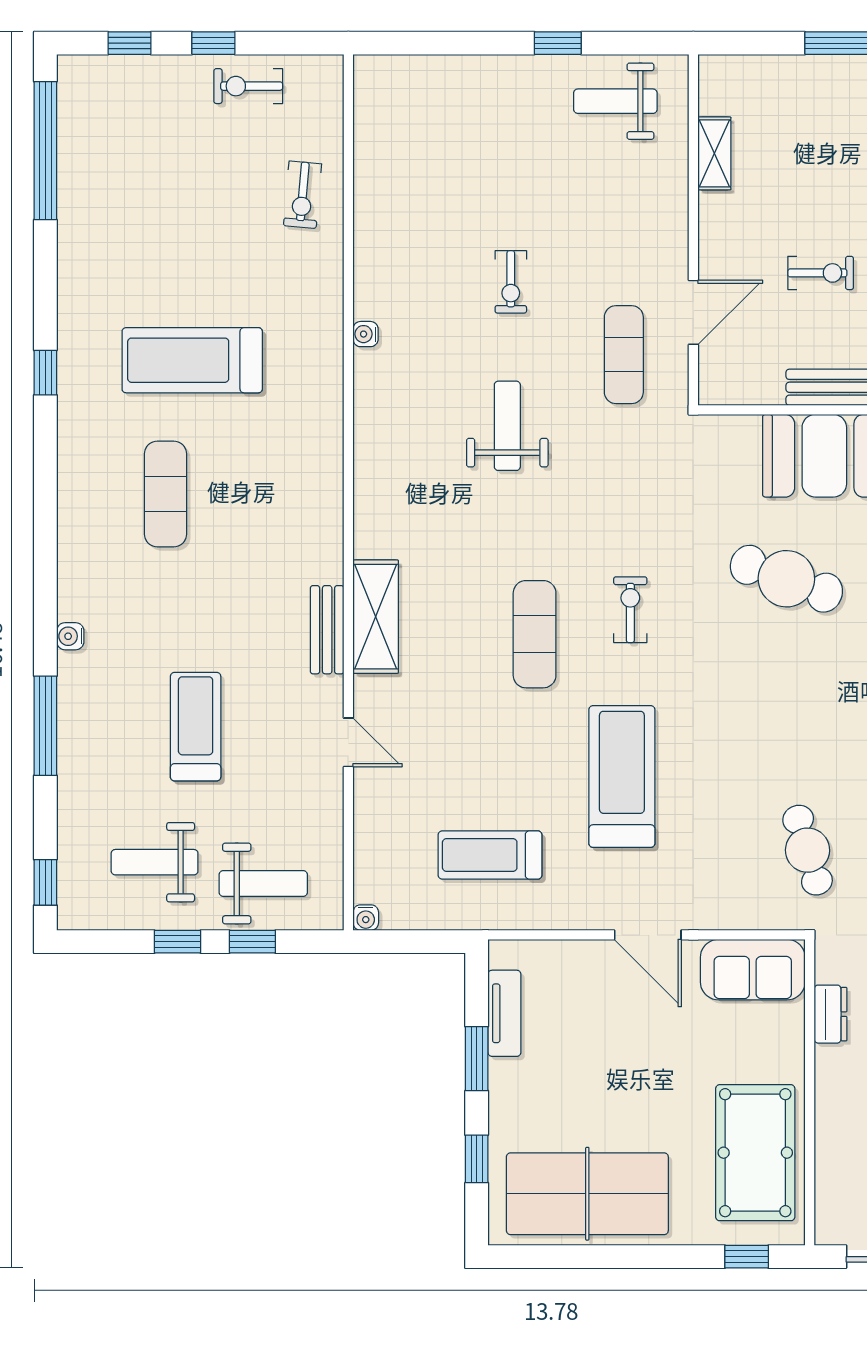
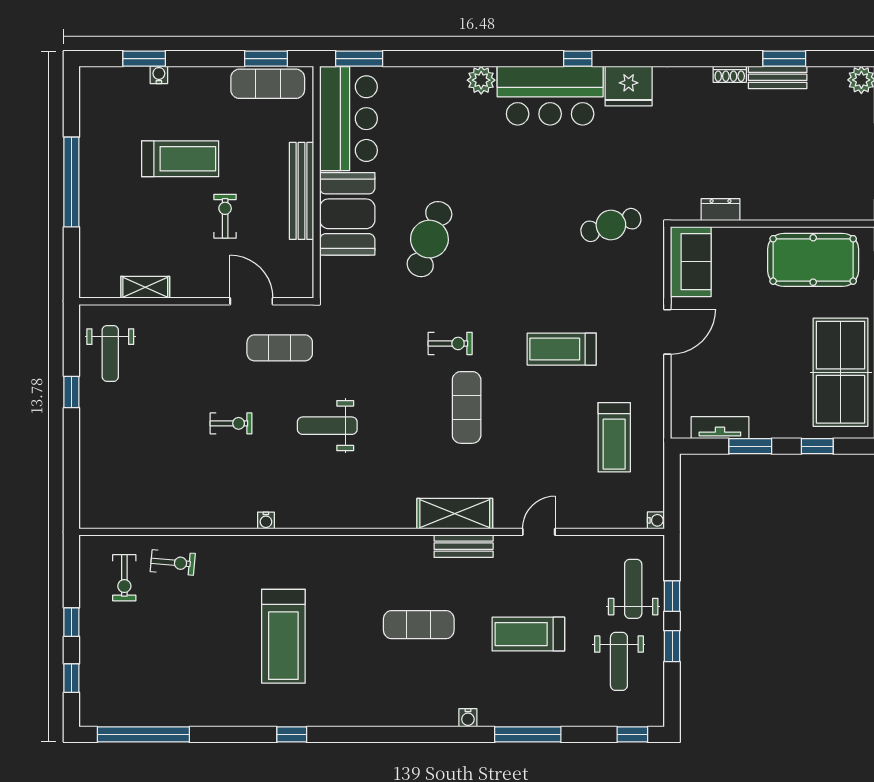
exercise bike: (248, 86) -> (124, 578), moved
exercise mat: (165, 494) -> (419, 625), moved
exercise bike: (630, 610) -> (450, 343), turned 180
exercise mat: (535, 634) -> (467, 407), turned 90
treadmill: (622, 777) -> (562, 349), width x0.73, depth x0.73

